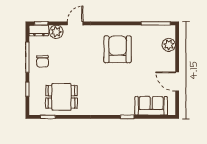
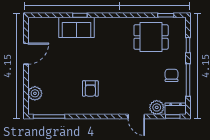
door: (75, 23) -> (136, 117), hinge flipped
armchair: (118, 49) -> (90, 88), width x0.53, depth x0.53
door: (177, 82) -> (26, 54), hinge flipped
sofa: (151, 106) -> (77, 27), moved

